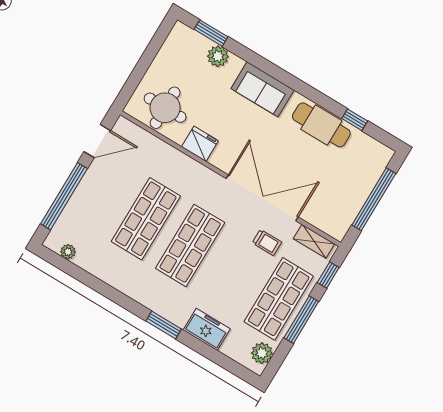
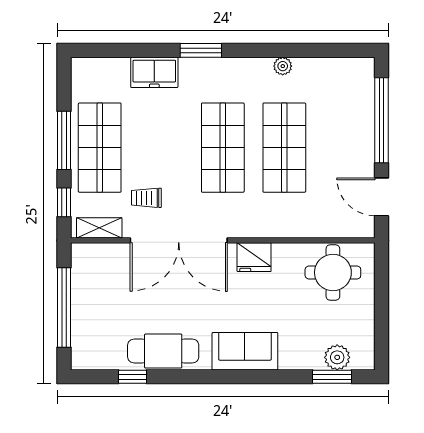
plant: (218, 56) -> (337, 357), moved
door: (97, 141) -> (382, 197), hinge flipped
fridge: (200, 144) -> (254, 257), moved
plant: (68, 252) -> (283, 66), moved
plant: (262, 353) -> (83, 82), removed

